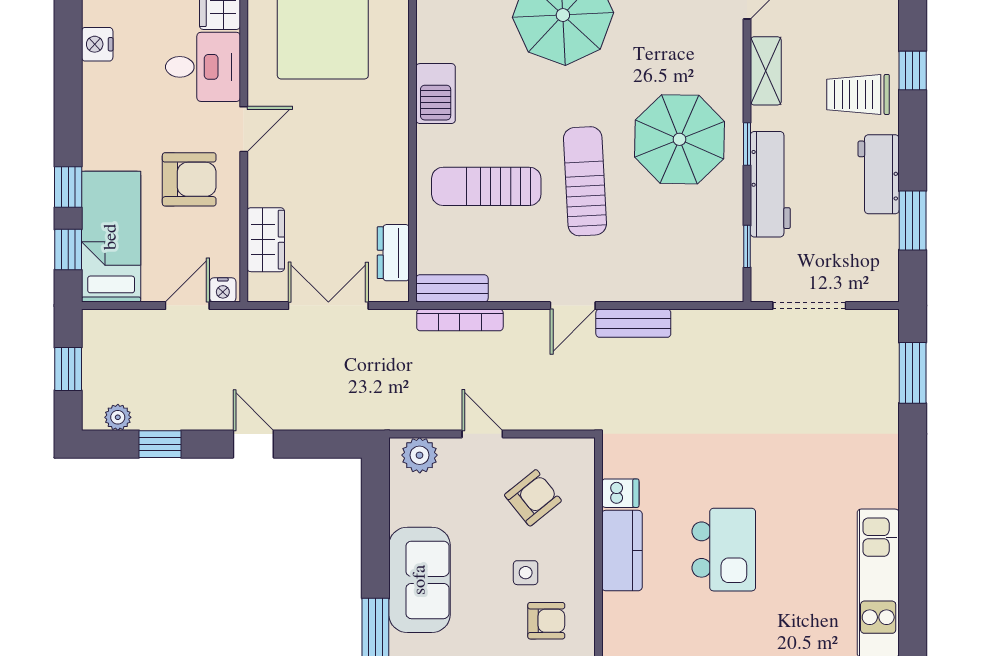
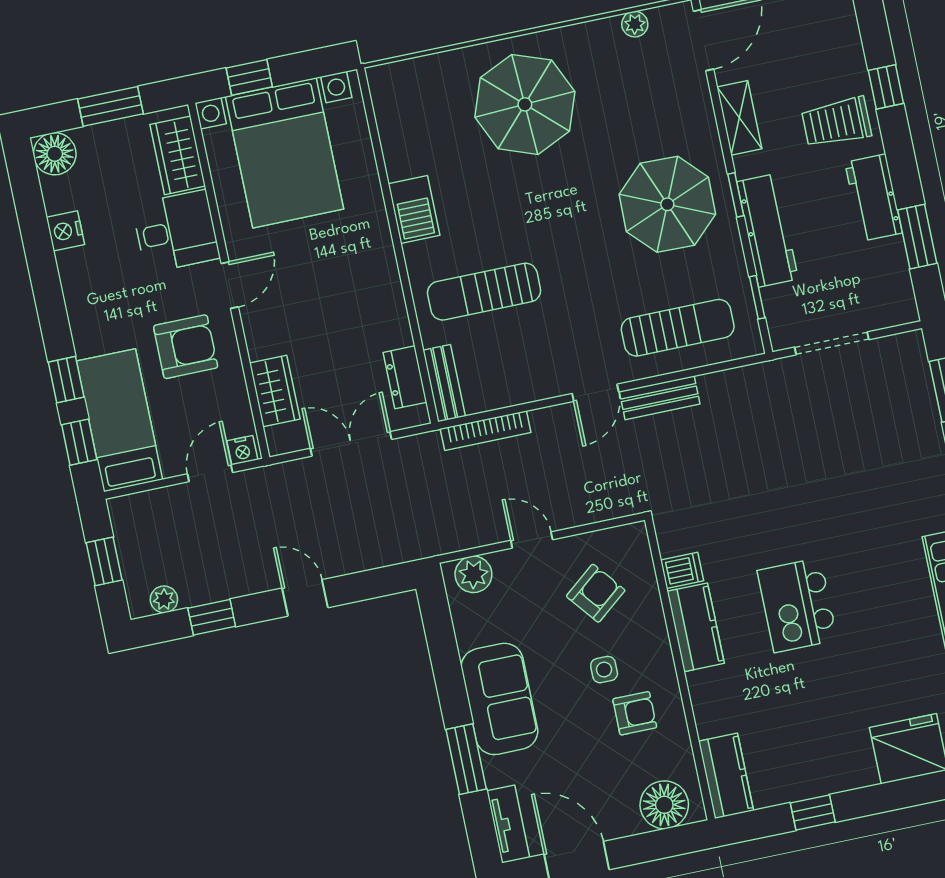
sun lounger: (585, 181) -> (678, 328), moved, turned 93
bench: (452, 288) -> (444, 383), moved, turned 90
kitchen island: (724, 550) -> (797, 605), turned 180

